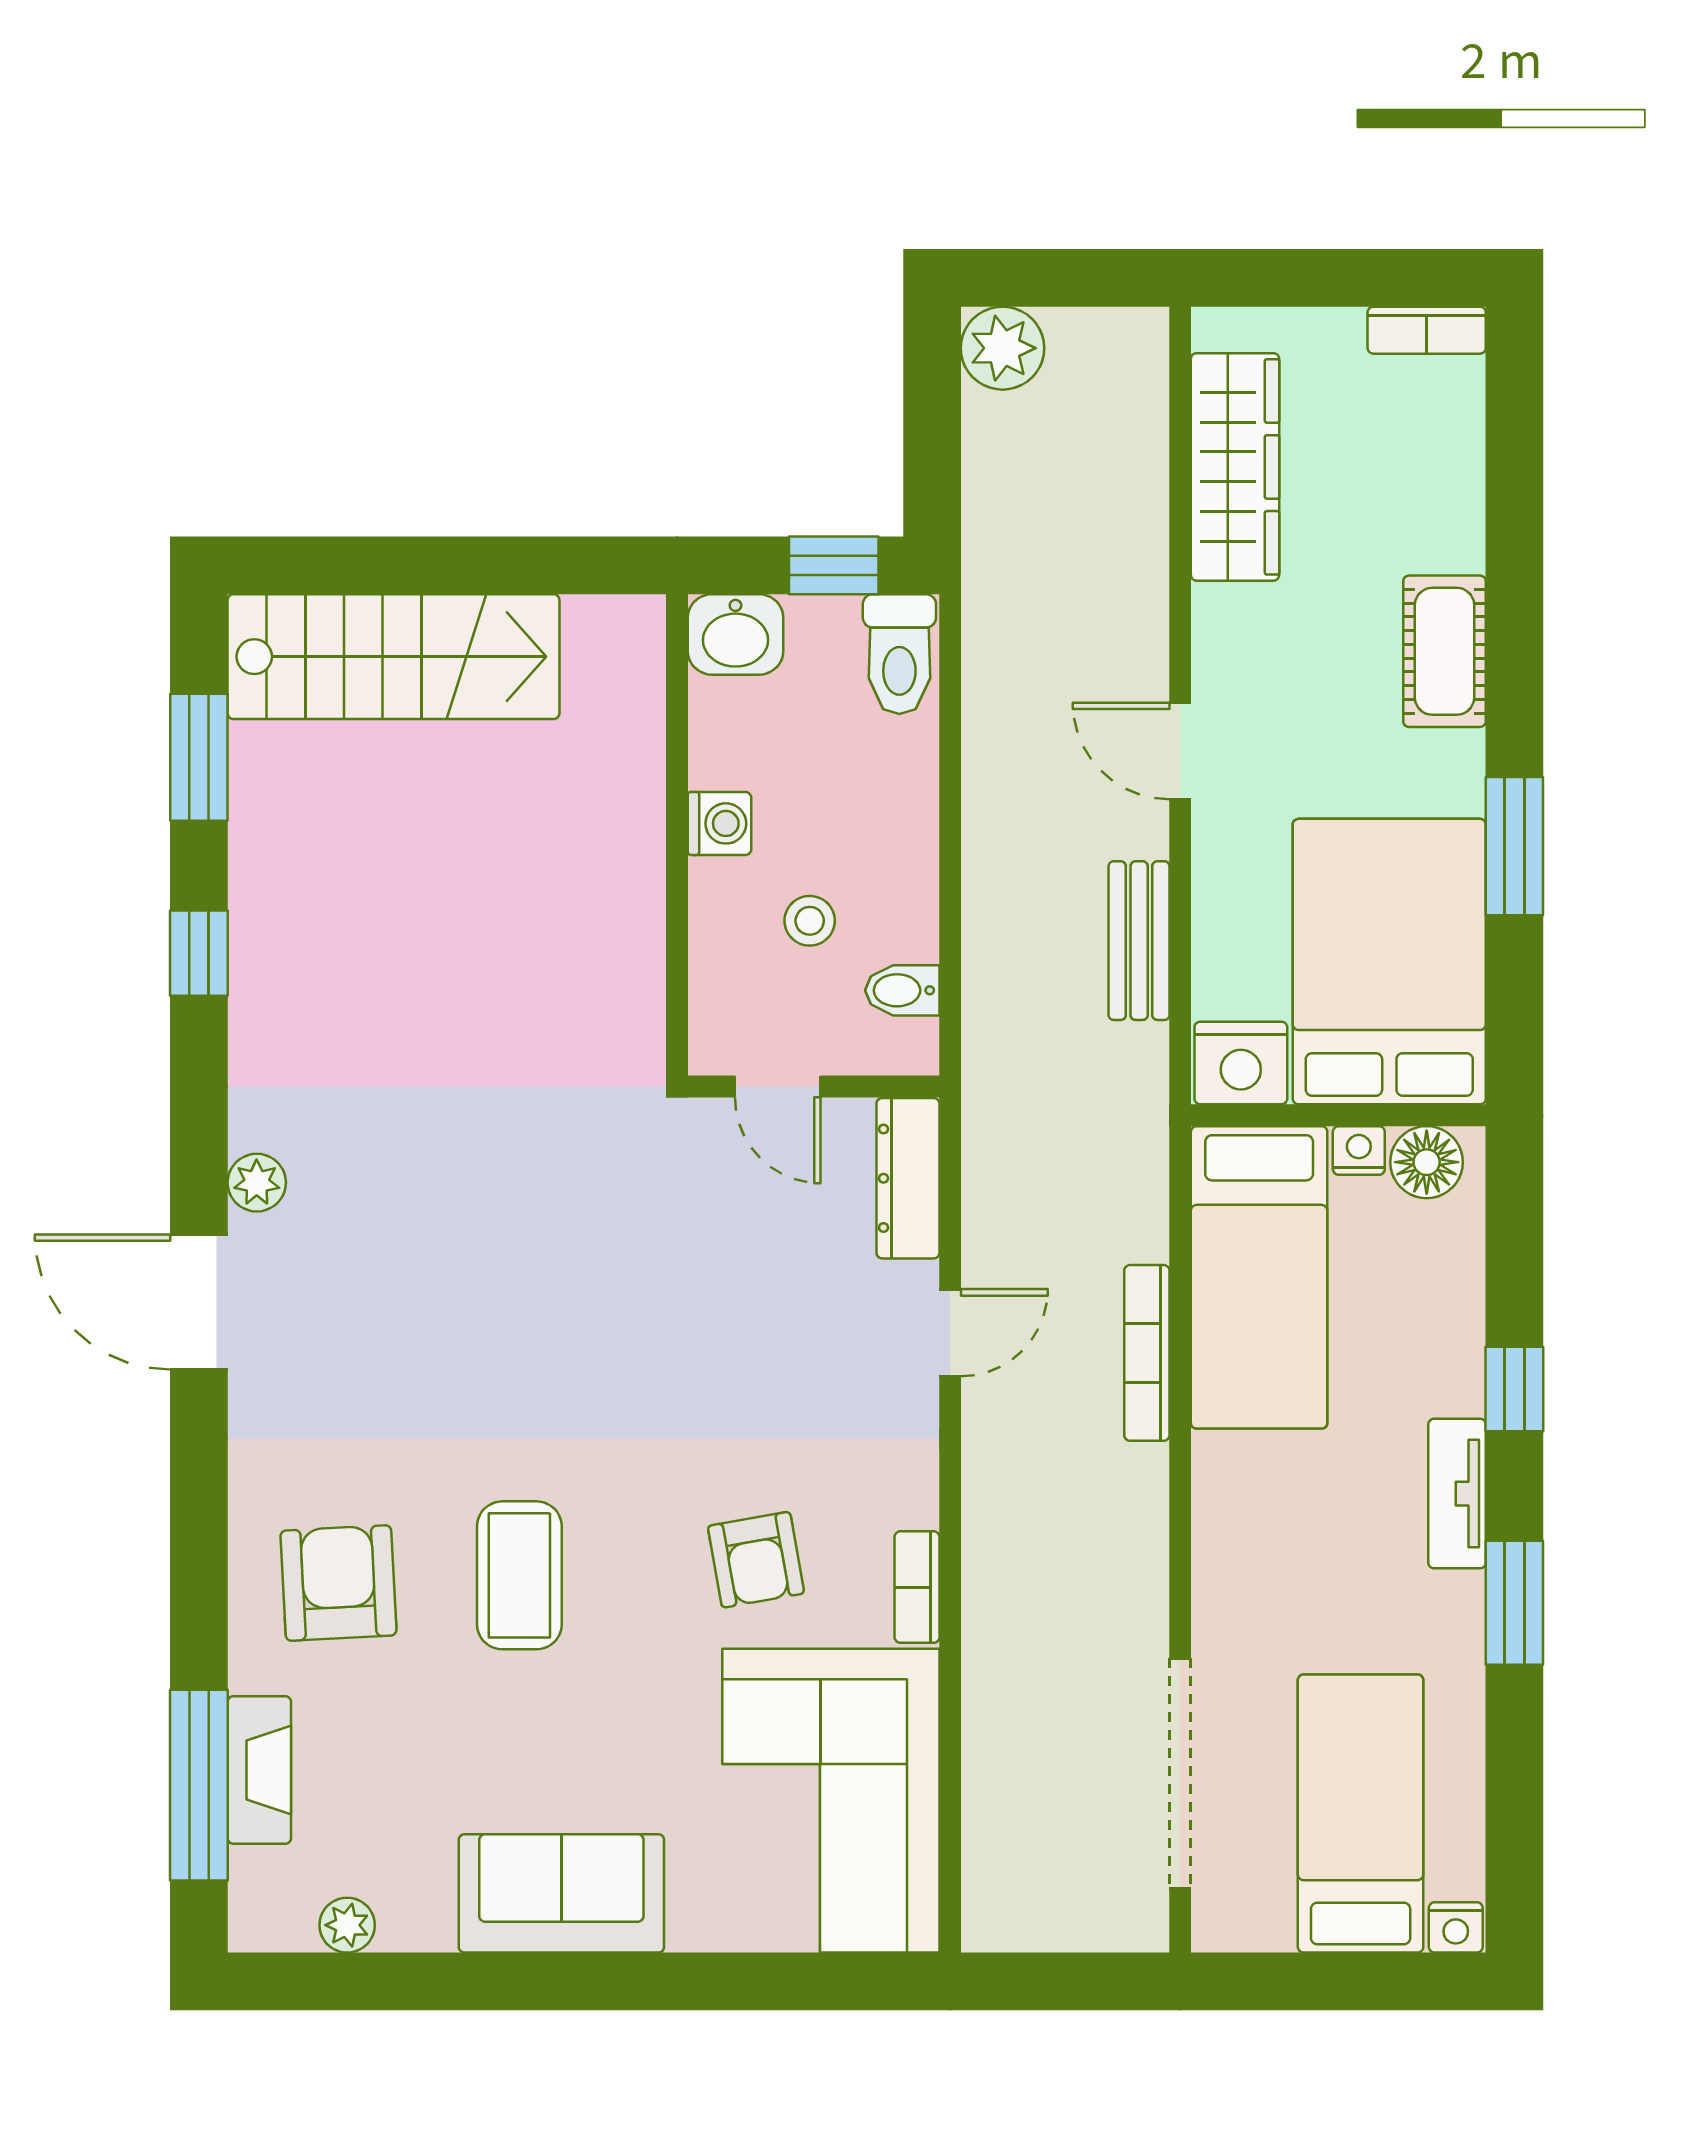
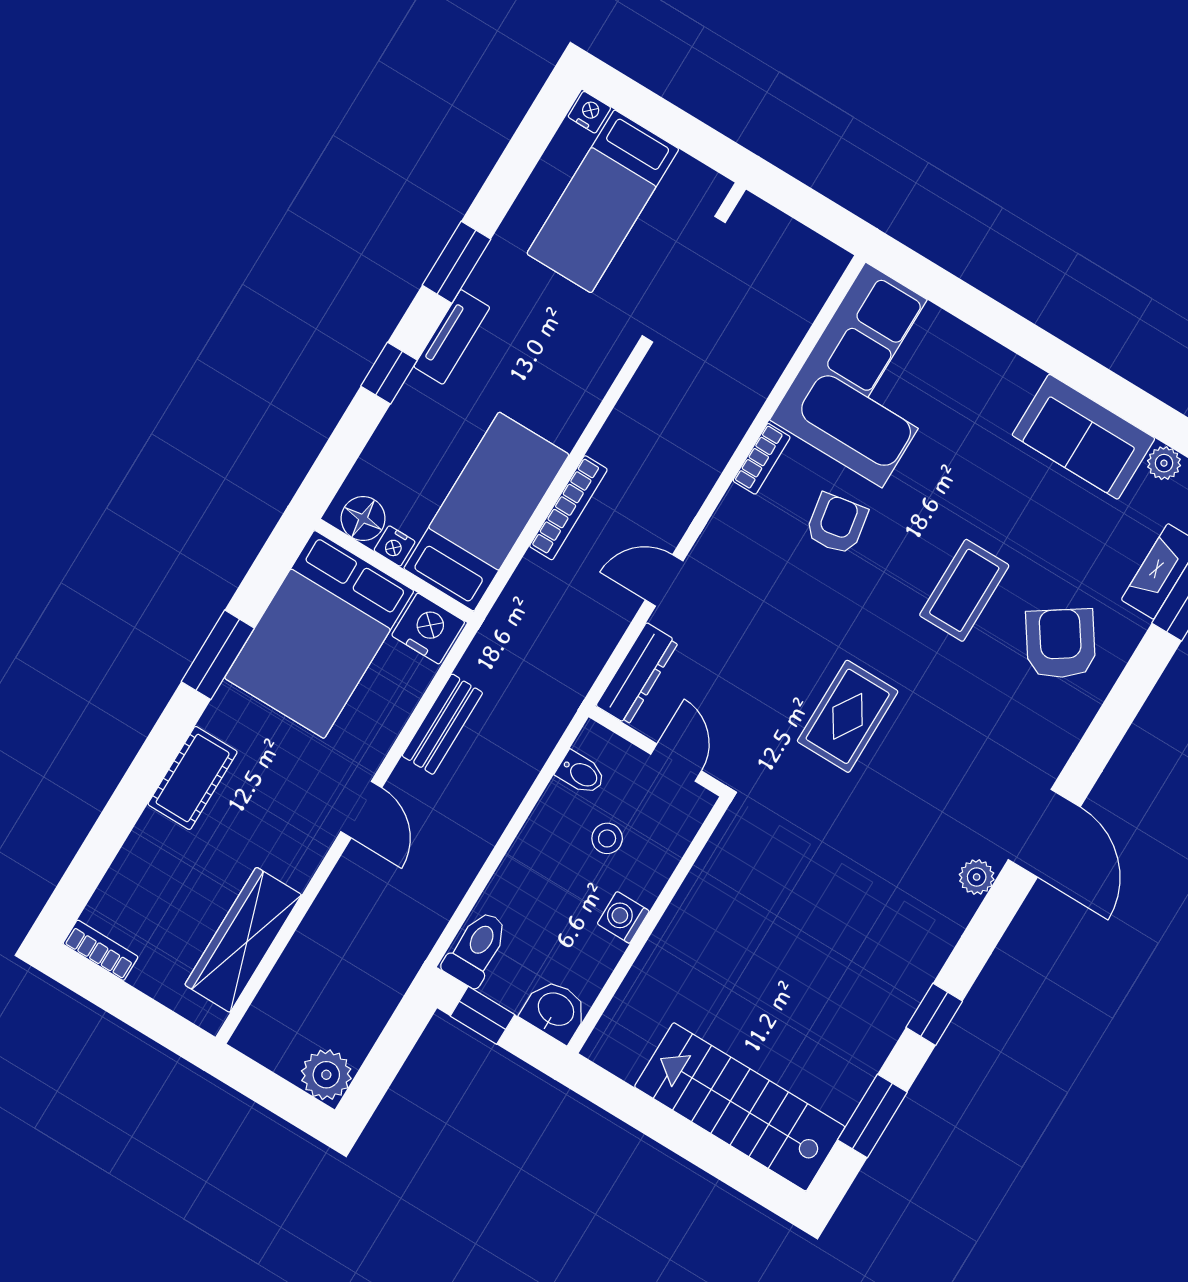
rug: (576, 1298) -> (848, 716), added
armchair: (338, 1583) -> (1061, 643), turned 149
sofa: (561, 1893) -> (1083, 437), moved

